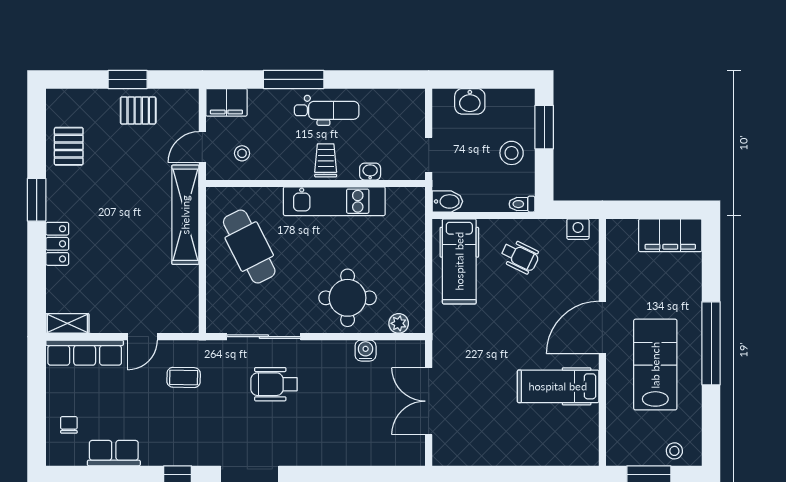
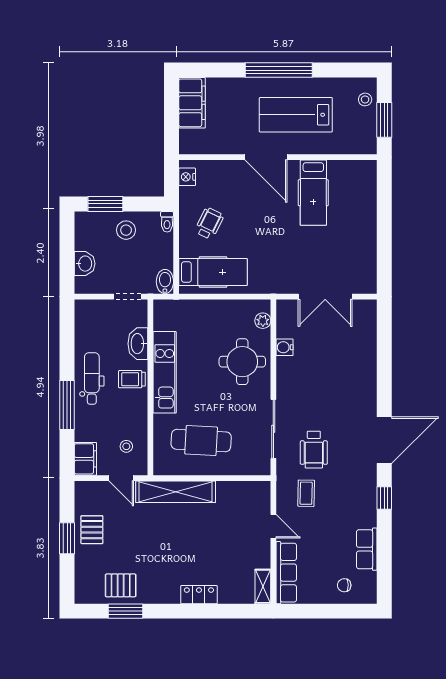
washbasin: (370, 172) -> (138, 344), width x1.91, depth x1.45
window: (37, 200) -> (125, 611), moved
cafe table: (249, 247) -> (201, 441), turned 30
wheelchair: (274, 384) -> (314, 450), moved

